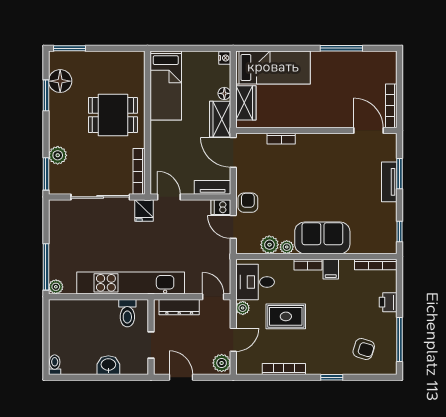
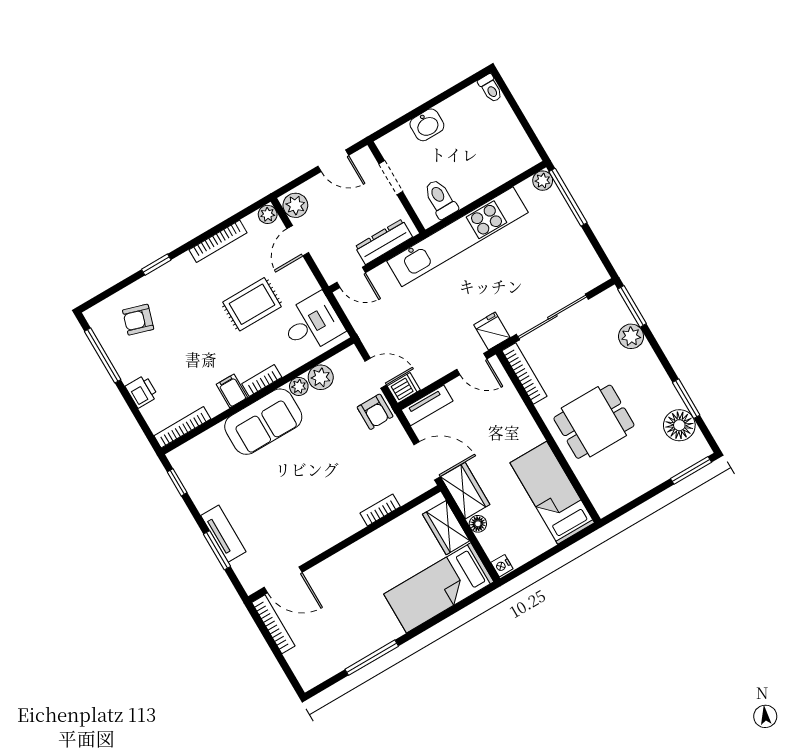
plant: (243, 308) -> (268, 214), moved

